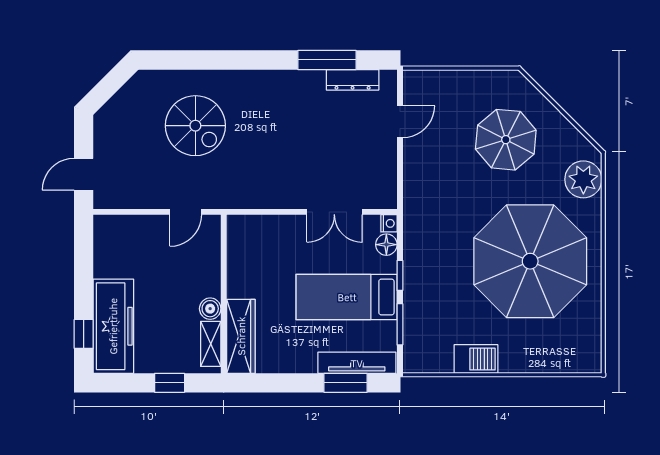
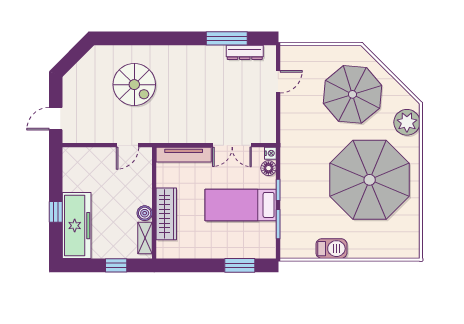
parasol: (506, 140) -> (352, 94), width x1.36, depth x1.36
window: (84, 334) -> (56, 212), moved
wardrobe: (241, 336) -> (166, 214), moved
tv unit: (357, 363) -> (184, 155), moved, turned 180

